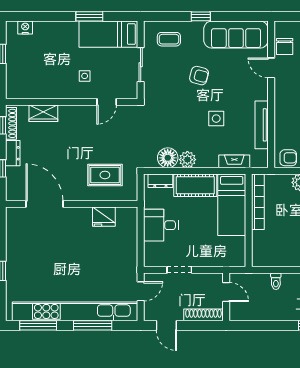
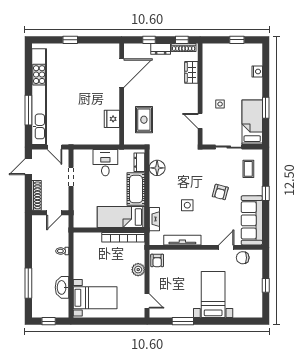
nightstand: (25, 28) -> (257, 71), moved
plant: (187, 160) -> (156, 183), removed
window: (38, 325) -> (28, 68), removed

